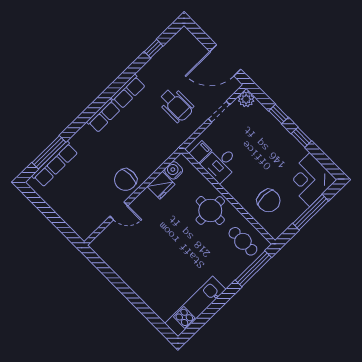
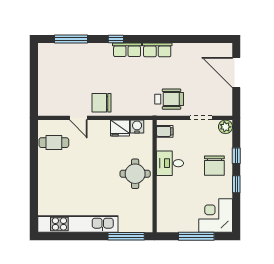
window: (154, 49) -> (116, 39), moved
door: (225, 60) -> (236, 72), moved
wheelchair: (176, 105) -> (169, 99), moved, turned -90
row of seats: (55, 164) -> (67, 50), removed
desk: (220, 164) -> (170, 163), moved
chair: (269, 201) -> (214, 166), moved
cafe table: (243, 241) -> (54, 143), moved, turned 90
kitchen unit: (195, 306) -> (78, 224), width x1.36

